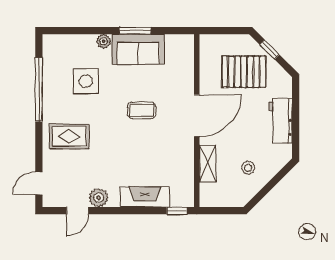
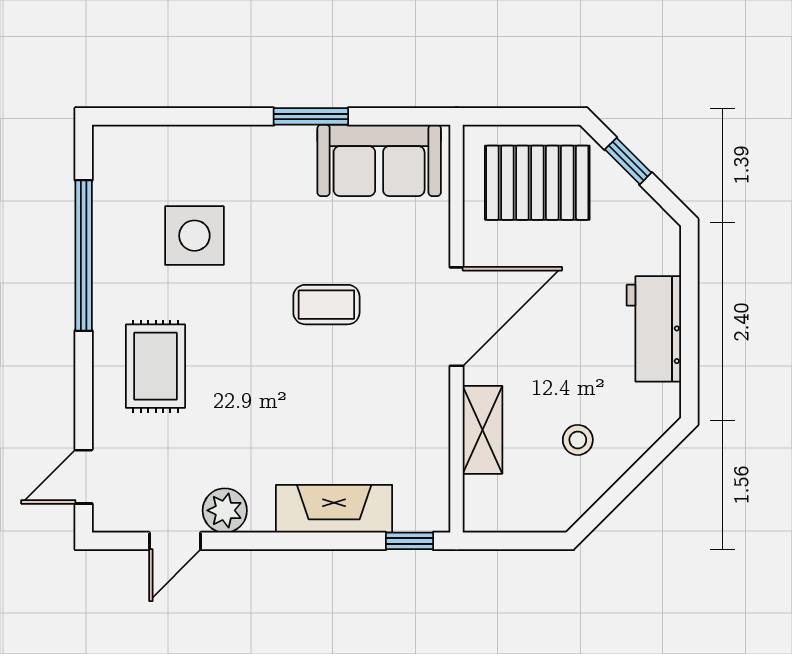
plant: (104, 41) -> (237, 141), removed
sofa: (138, 49) -> (379, 160), moved
pallet: (244, 72) -> (537, 183), moved
rug: (69, 136) -> (156, 366), turned 90

